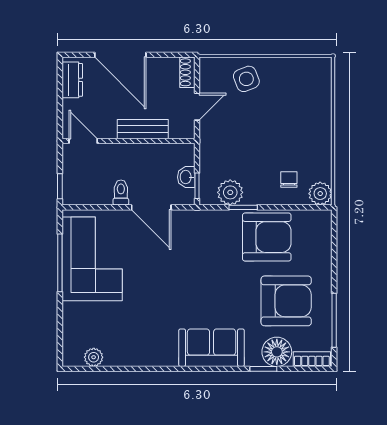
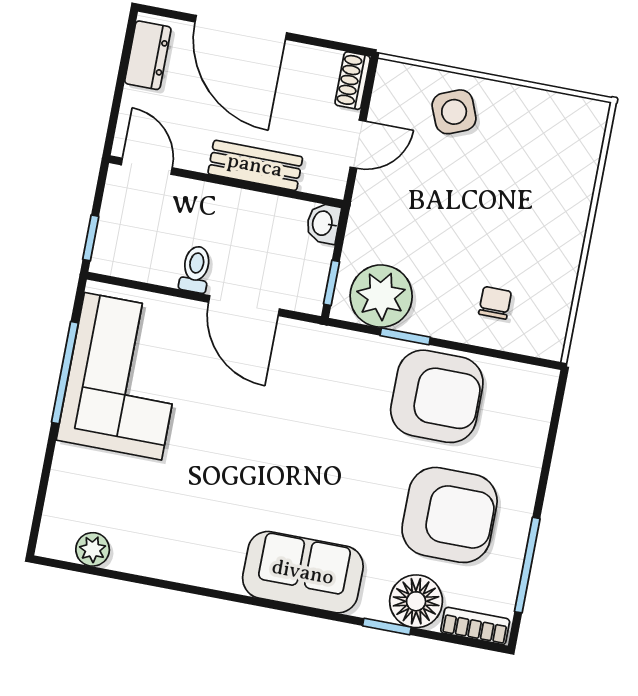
washbasin: (186, 177) -> (323, 223), moved
plant: (230, 192) -> (381, 296), width x1.36, depth x1.36
plant: (320, 194) -> (545, 338), removed

